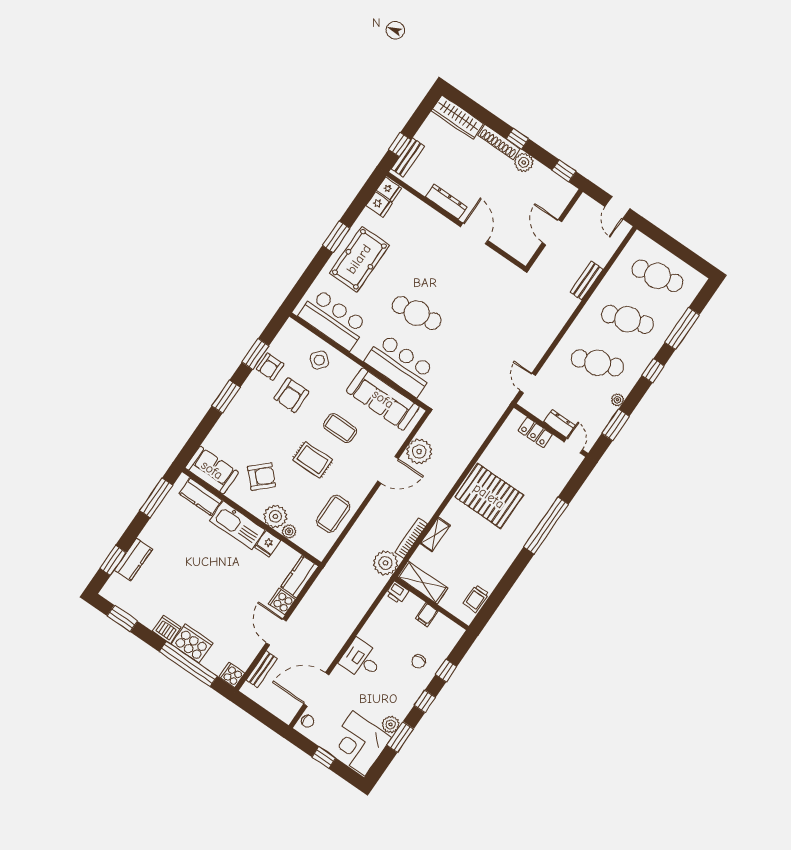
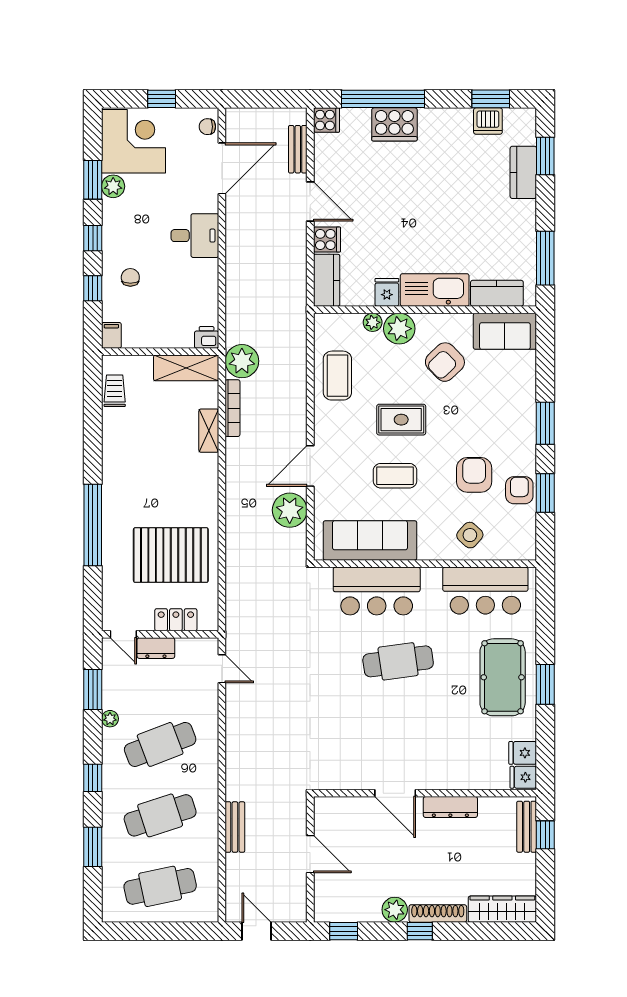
window: (682, 328) -> (93, 847), width x0.69
pallet: (489, 496) -> (171, 555), moved
filing cabinet: (427, 615) -> (111, 335), moved
dishwasher: (167, 629) -> (488, 121), moved

